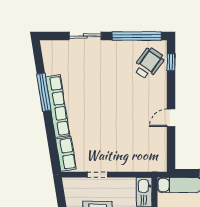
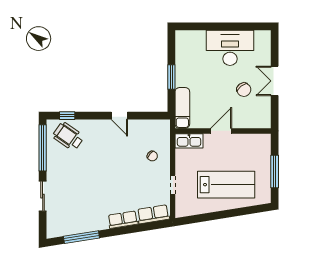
window: (44, 92) -> (81, 237), moved
row of seats: (58, 106) -> (123, 220), width x0.50
chair: (128, 153) -> (152, 156), added

